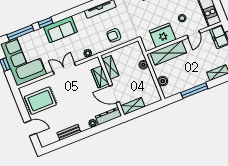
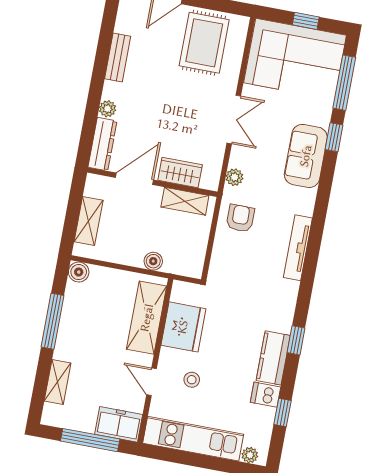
armchair: (114, 35) -> (240, 218), moved
boiler: (163, 81) -> (79, 272), moved
shelving: (133, 106) -> (89, 221), moved

